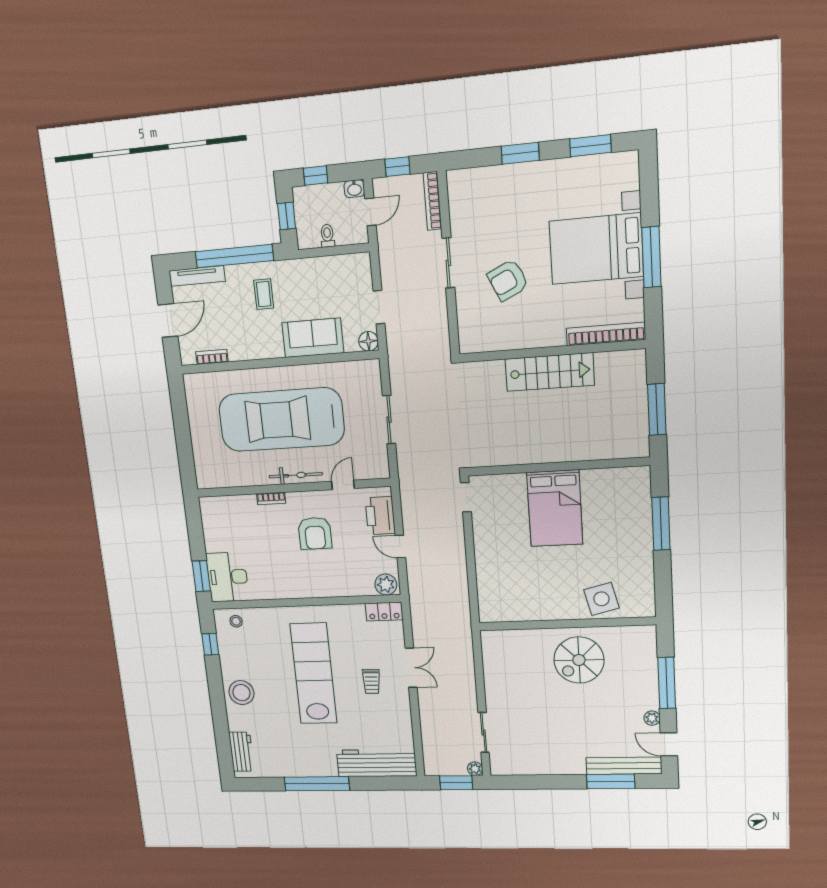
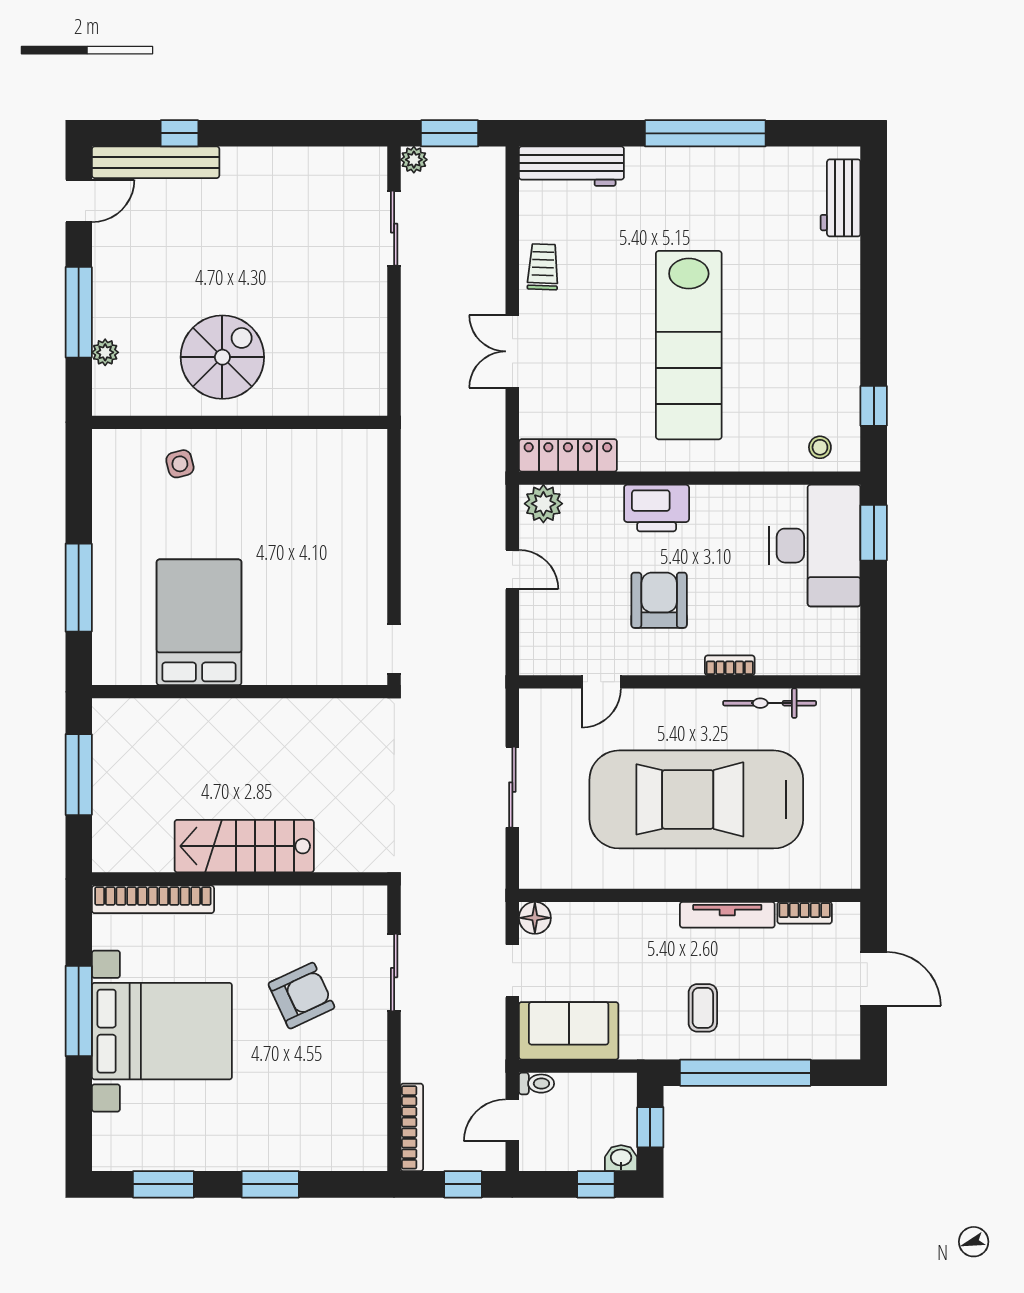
washbasin: (354, 189) -> (621, 1158), moved
toilet: (327, 236) -> (537, 1084), moved, turned -90
sliding door: (448, 263) -> (394, 973), moved
tv unit: (197, 276) -> (727, 915), moved, turned 180
door: (168, 320) -> (874, 979), swing flipped
sofa: (313, 338) -> (569, 1031), moved, turned 180
car: (281, 420) -> (696, 799), turned 180
bicycle: (296, 475) -> (770, 703), moved
bed: (555, 508) -> (199, 622), moved
printer: (380, 516) -> (657, 508), moved, turned 90
desk: (228, 577) -> (815, 546), width x1.36, depth x1.30
side table: (601, 599) -> (180, 464), width x0.54, depth x0.54
locker: (384, 612) -> (568, 455), width x1.53
trolley: (371, 681) -> (543, 267), moved
stool: (241, 693) -> (826, 313), removed
plant: (652, 718) -> (105, 352), moved
door: (669, 744) -> (79, 201), hinge flipped
workbench: (377, 763) -> (571, 166), width x0.73, depth x0.76
window: (611, 781) -> (179, 133), width x0.46

